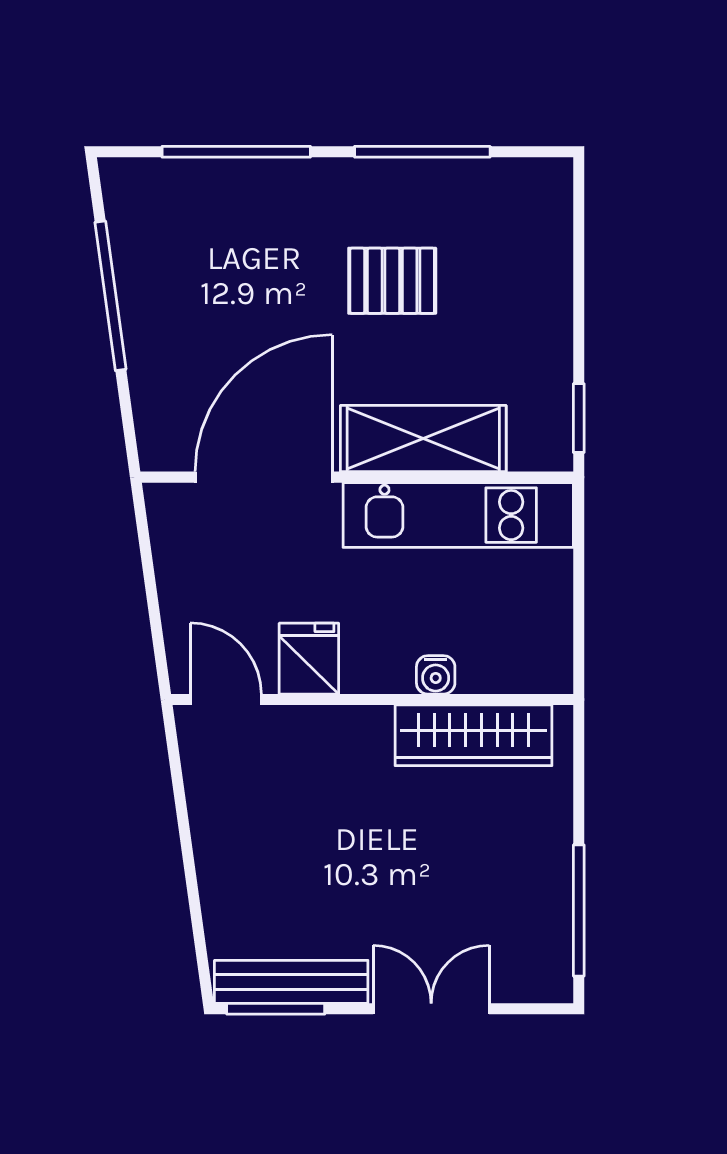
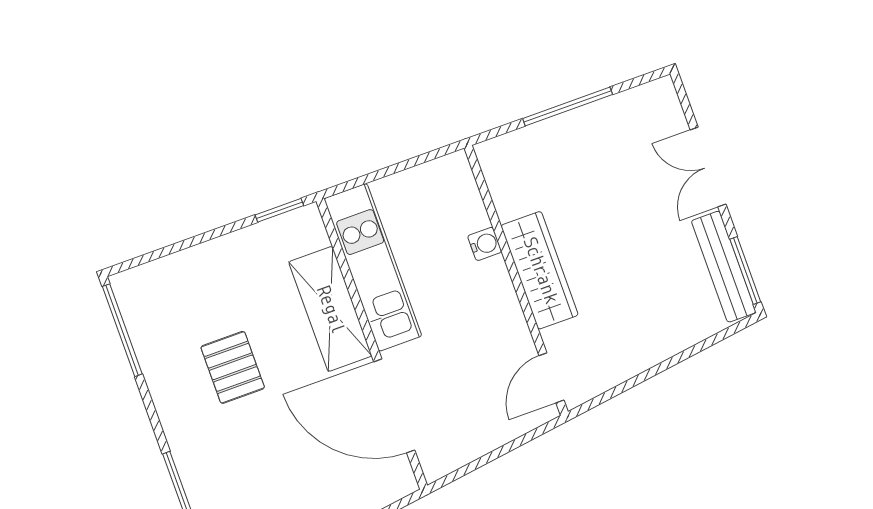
window: (422, 152) -> (122, 330), moved
fridge: (309, 659) -> (504, 332), removed
wardrobe: (473, 735) -> (540, 270), moved
window: (579, 910) -> (568, 107), moved

